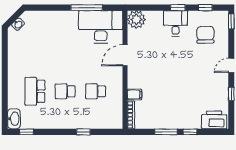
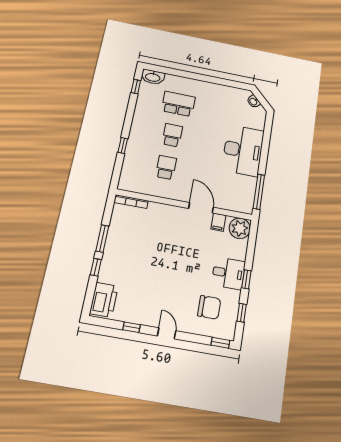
window: (87, 8) -> (259, 192), moved
desk: (101, 27) -> (243, 150), moved
filing cabinet: (135, 95) -> (218, 222), moved

